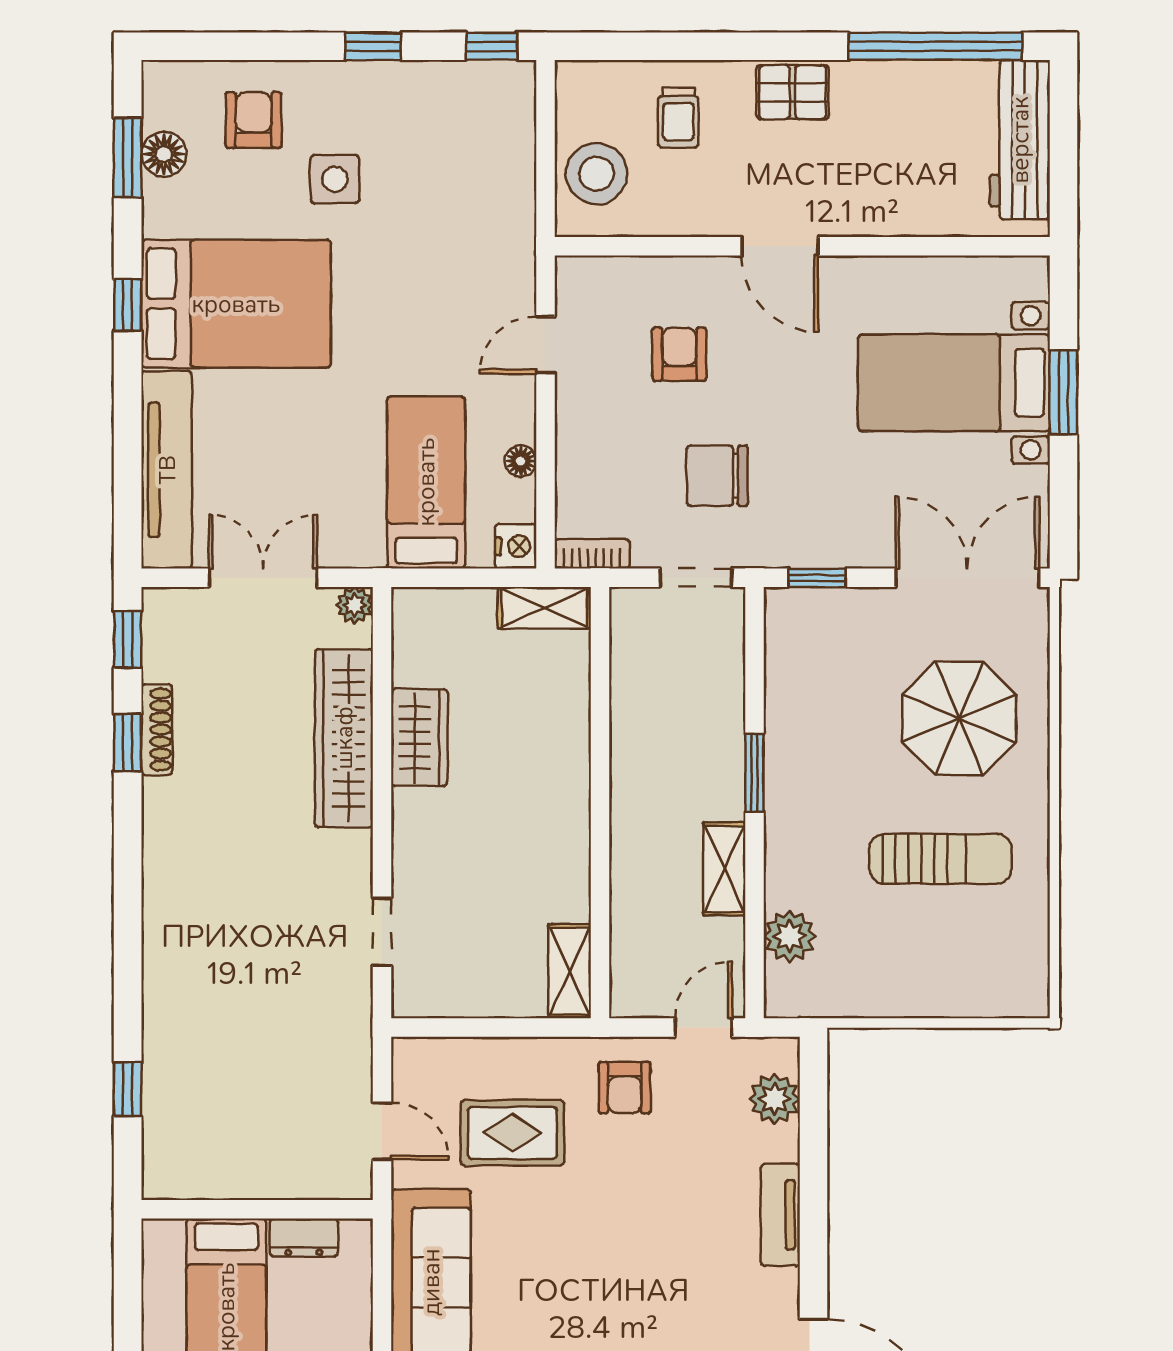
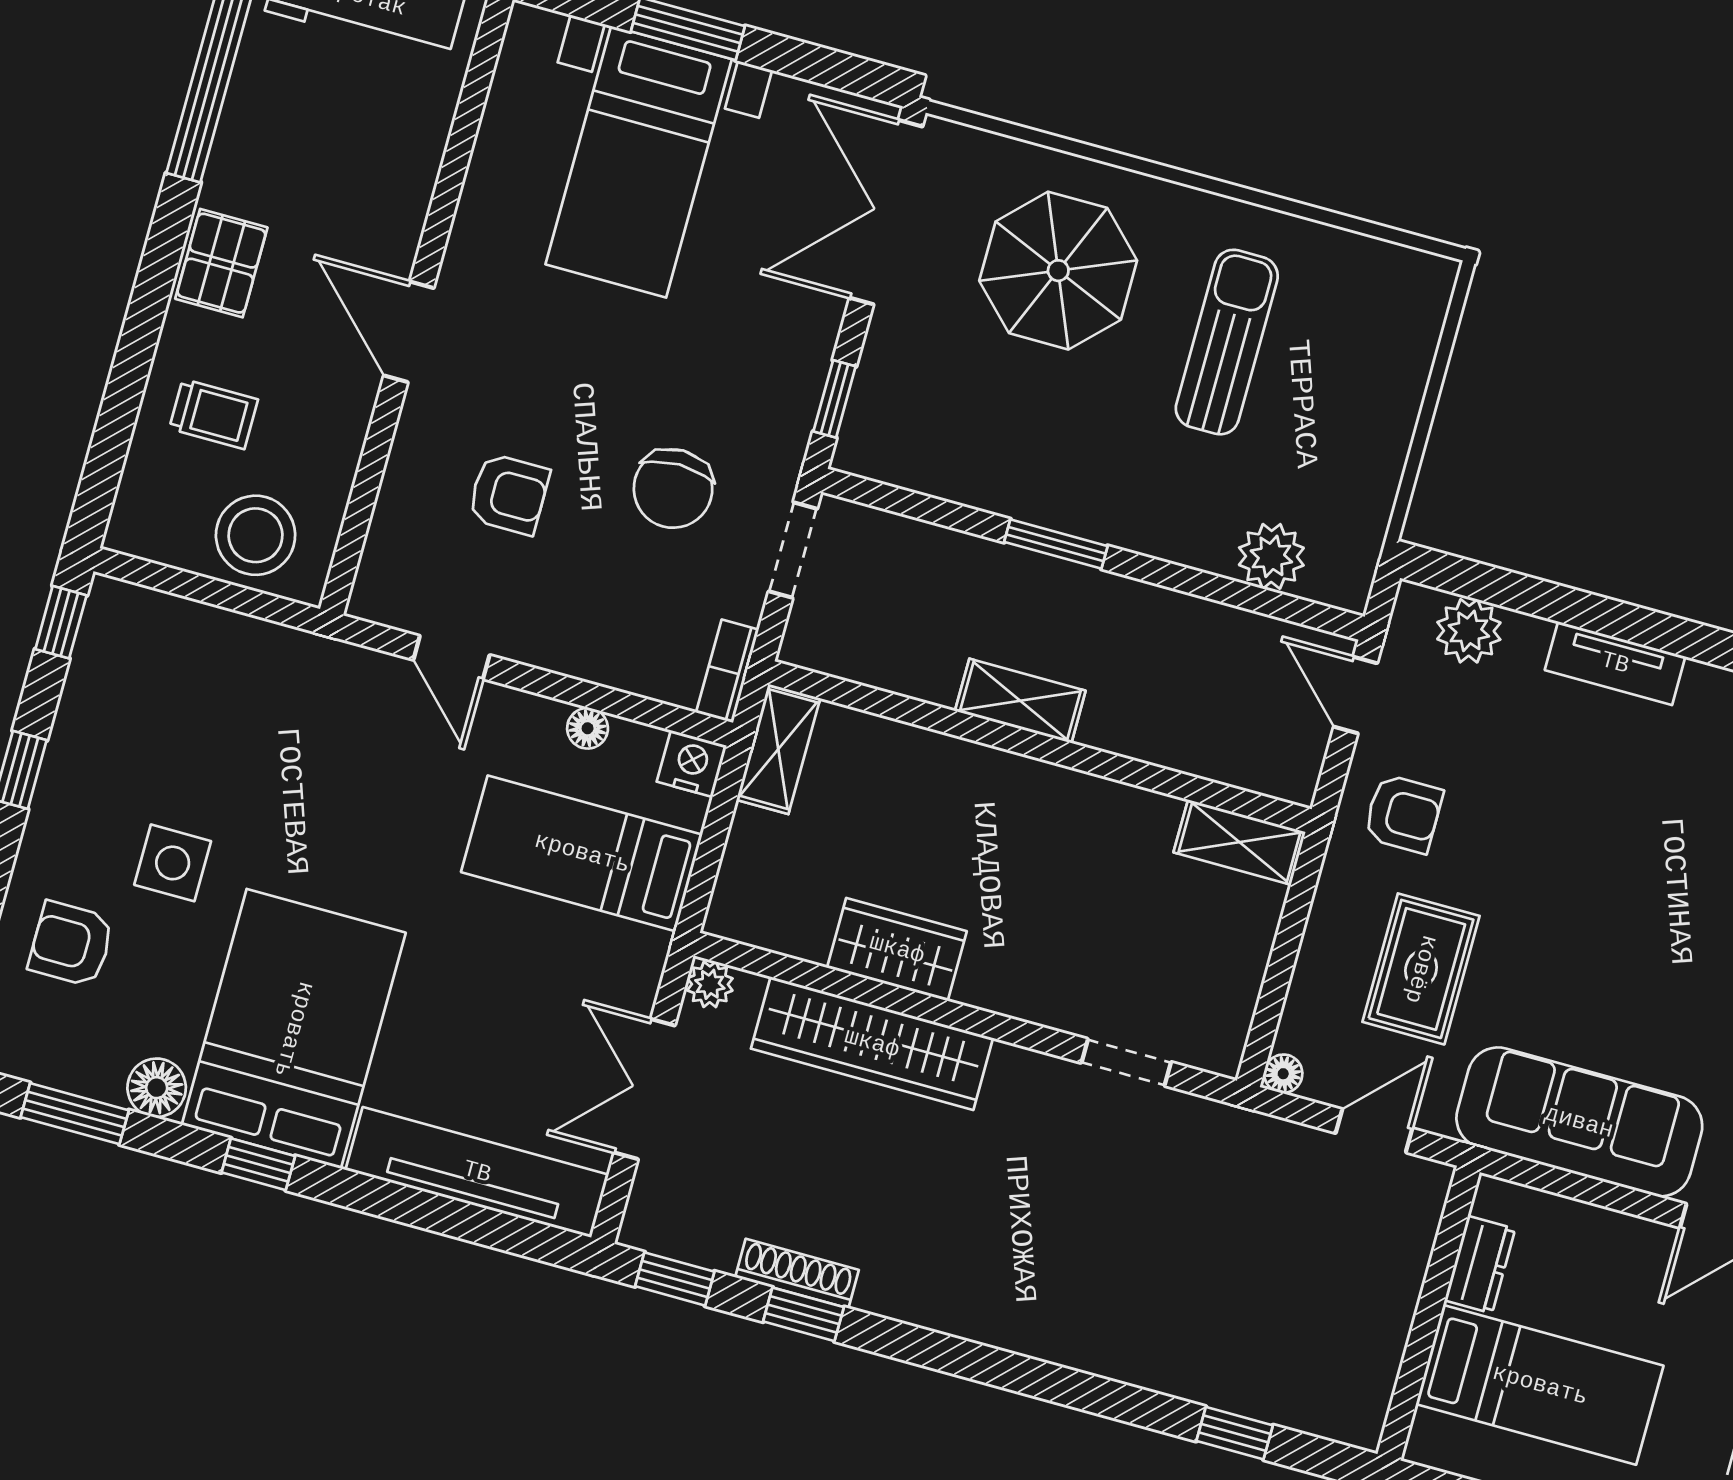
floor lamp: (164, 154) -> (157, 1088), moved
door: (780, 246) -> (409, 332), swing flipped
armchair: (679, 354) -> (509, 494), turned 180
shelving: (724, 869) -> (1020, 701), moved
floor lamp: (406, 1051) -> (1283, 1074), added

